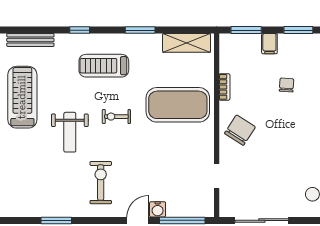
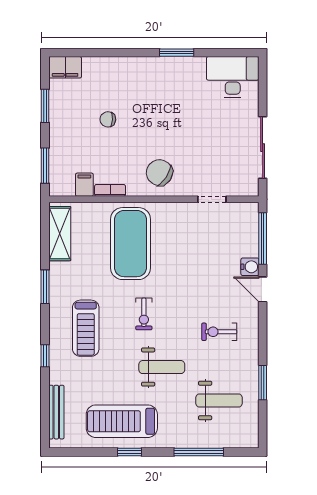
filing cabinet: (269, 44) -> (84, 185), moved, turned -90
weight bench: (41, 182) -> (219, 400), added
exercise bike: (101, 183) -> (219, 332), width x0.73, depth x0.72

